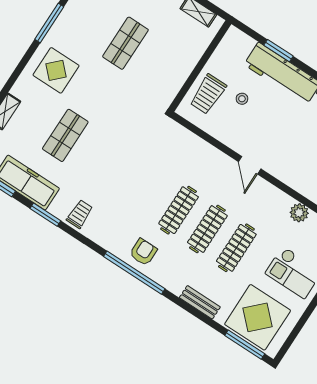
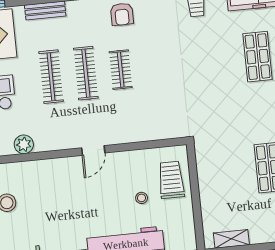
door: (250, 165) -> (93, 150), swing flipped
clothes rail: (179, 210) -> (121, 70), width x0.73

